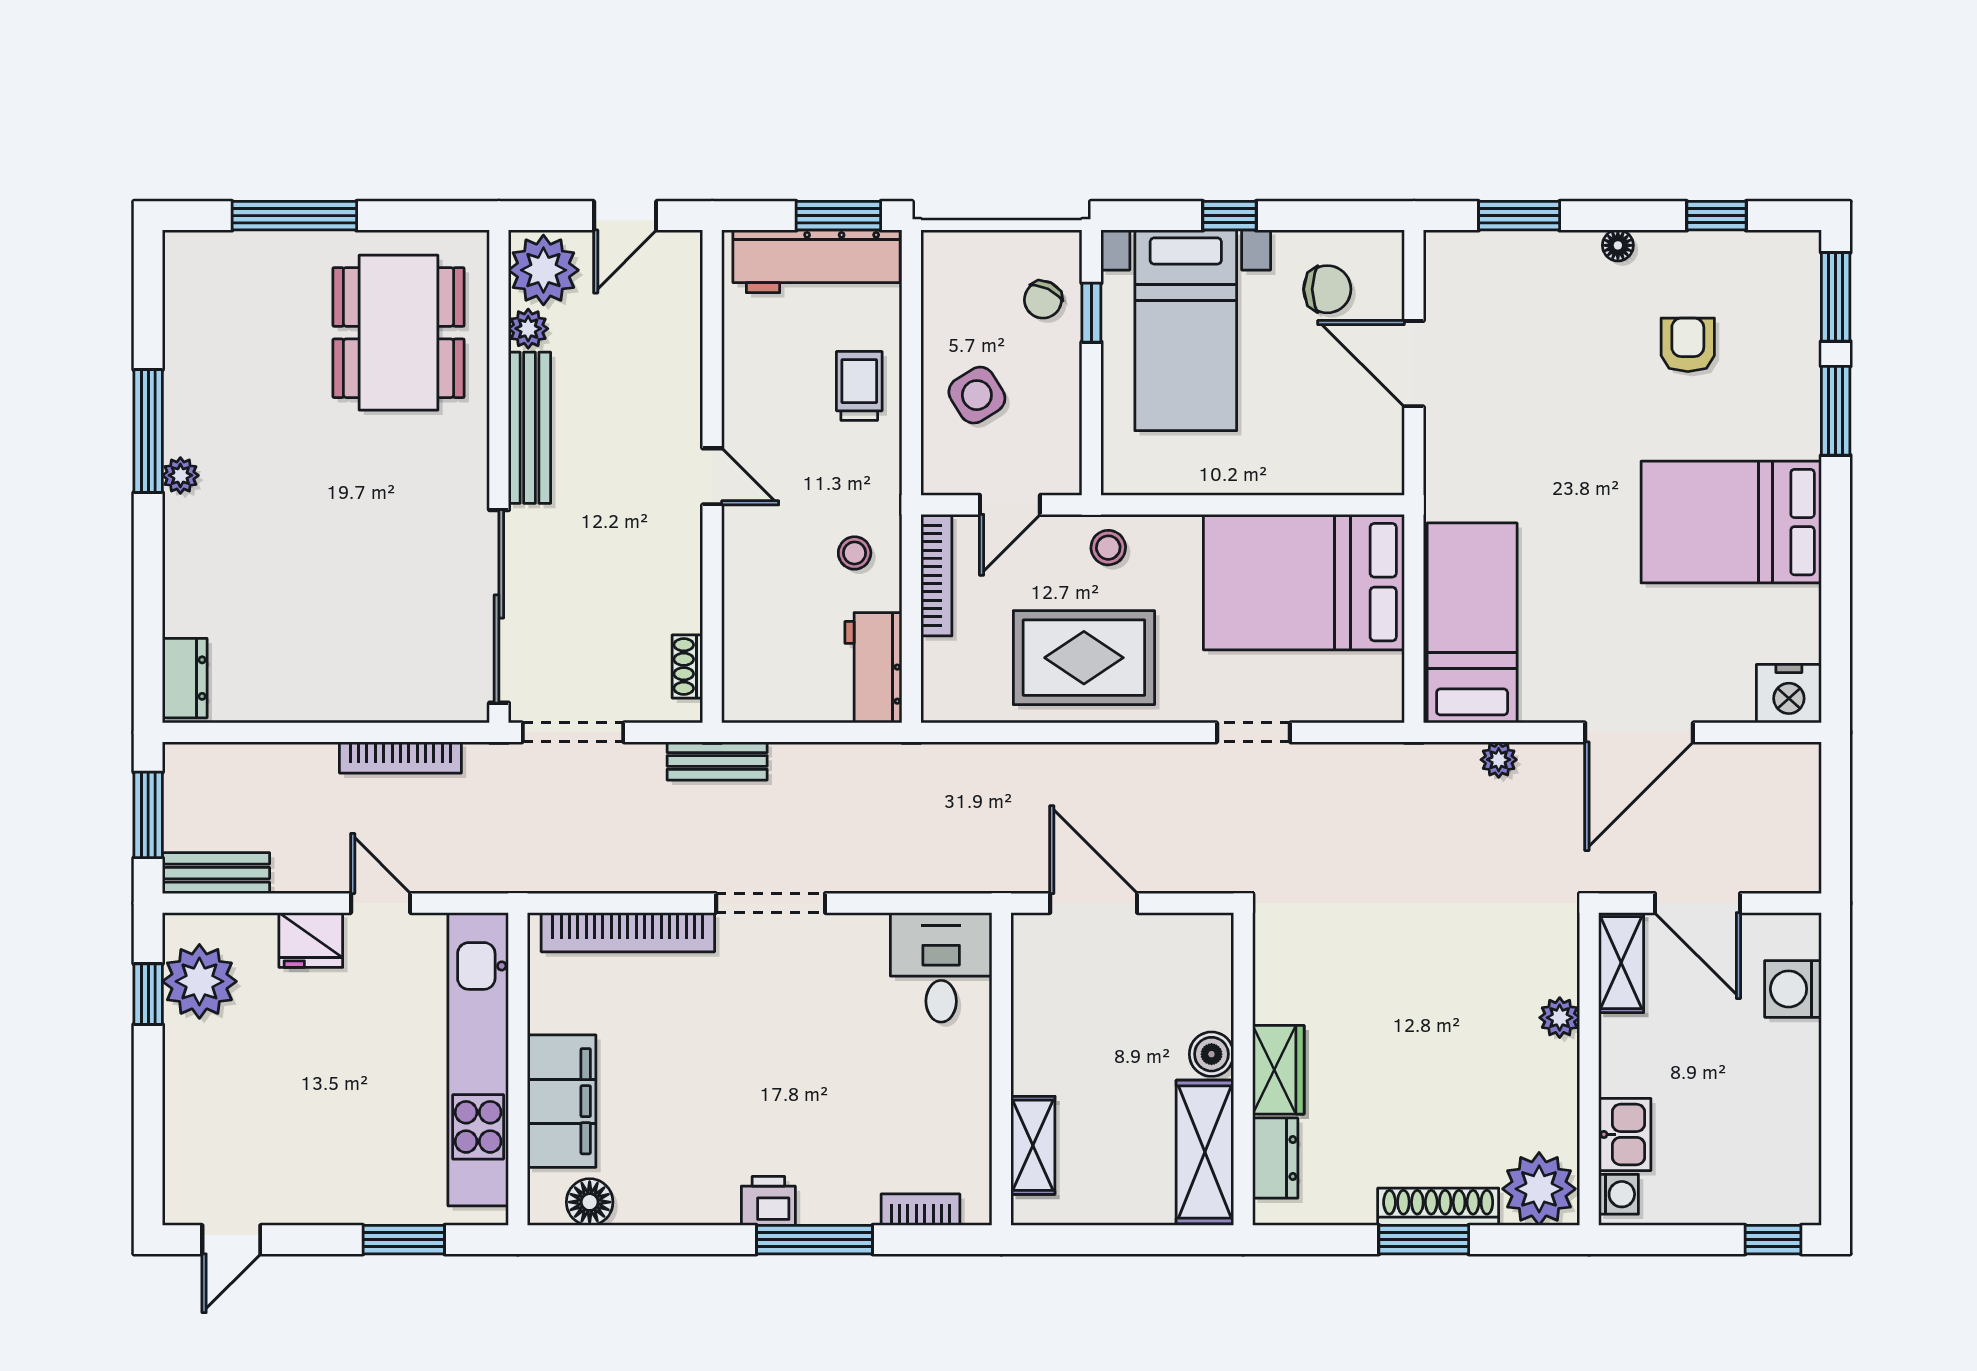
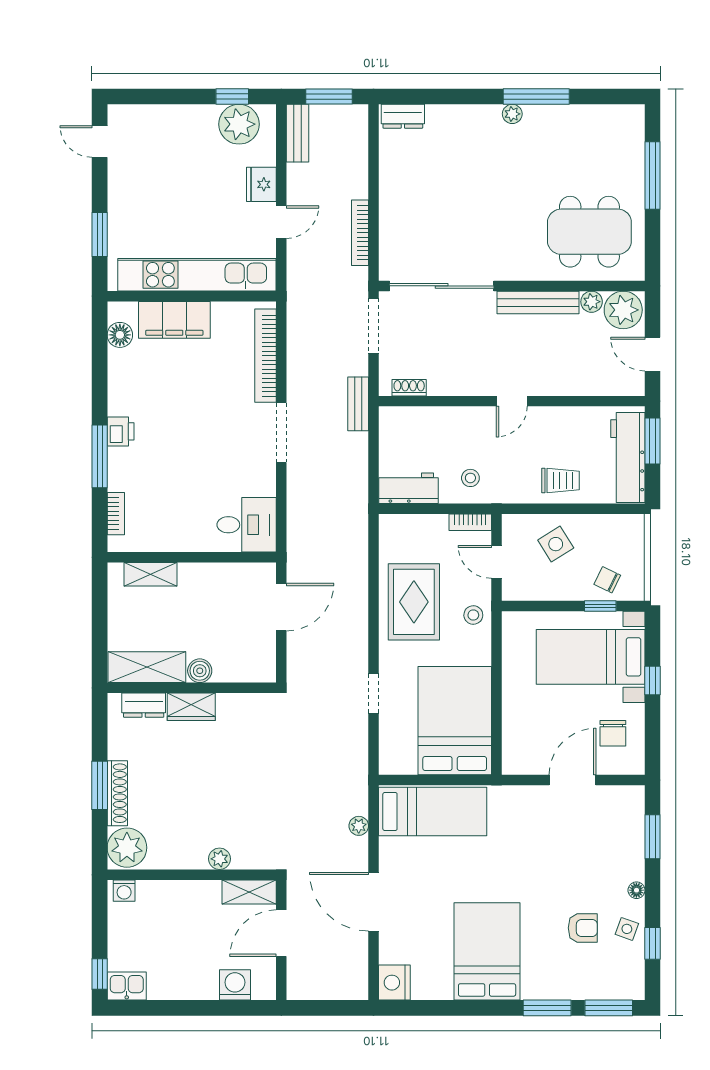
window: (838, 216) -> (653, 441), moved
side table: (1689, 263) -> (627, 929), added
bookcase: (936, 575) -> (470, 522), width x0.64
kitchen sink: (1625, 1134) -> (127, 986), moved, turned 180

